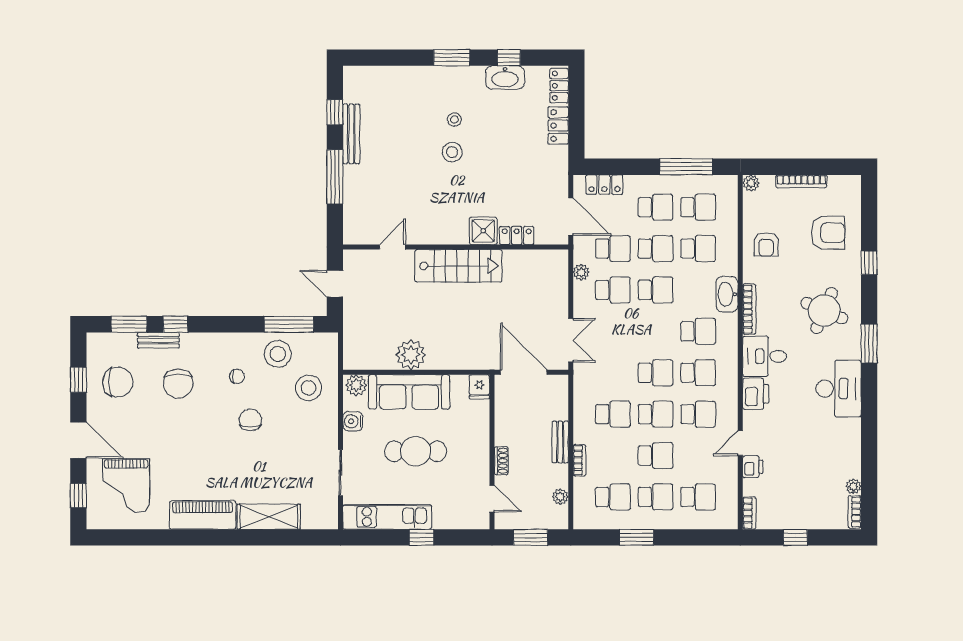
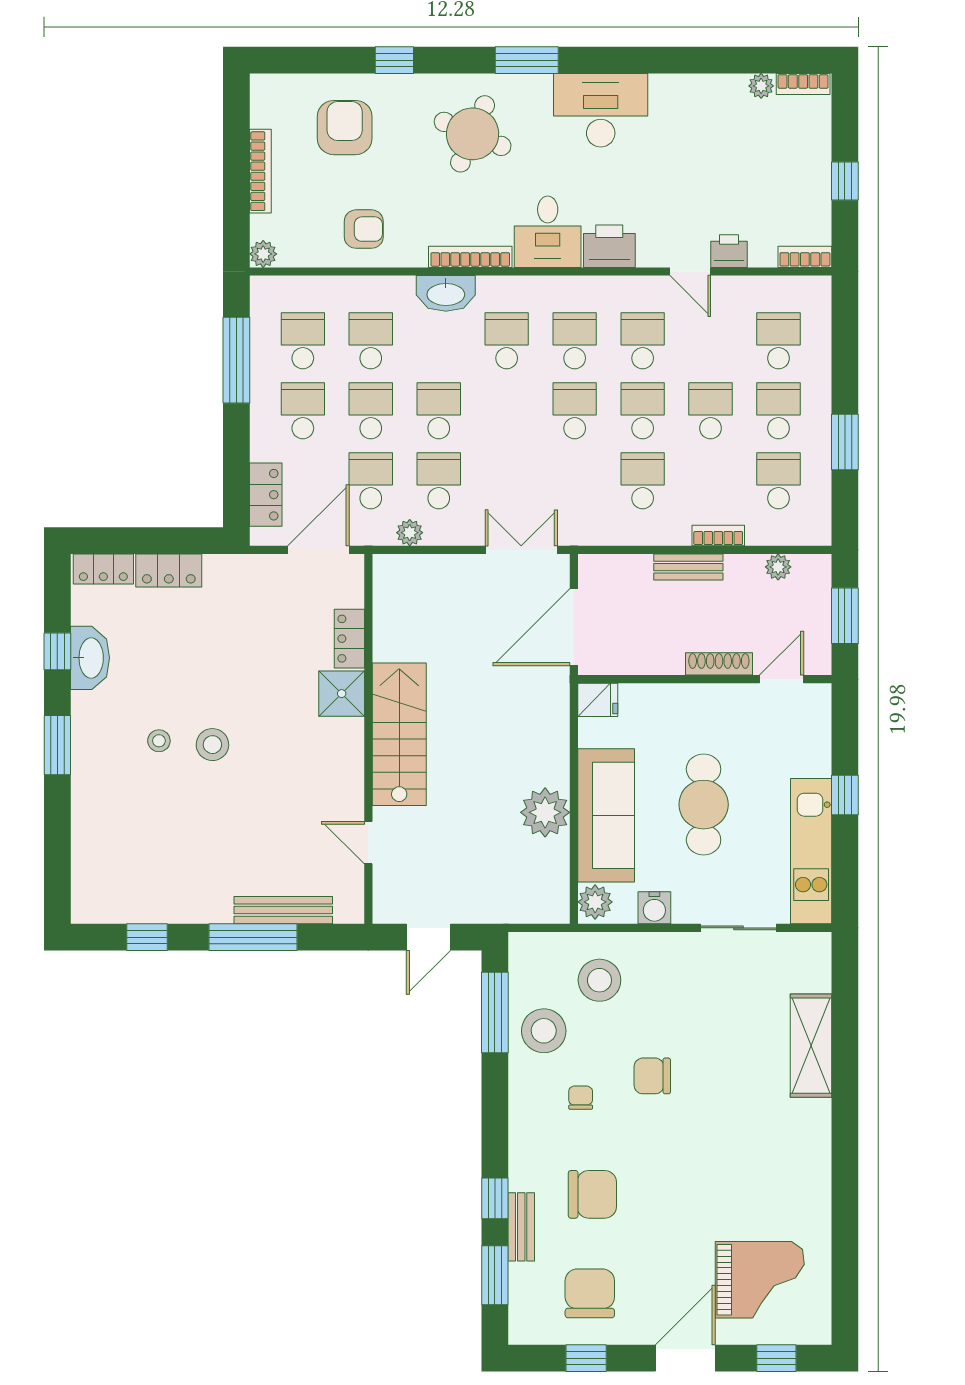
bench: (351, 134) -> (283, 910), moved
shoe rack: (501, 461) -> (719, 664), width x1.43
piano: (203, 515) -> (808, 1154), removed

